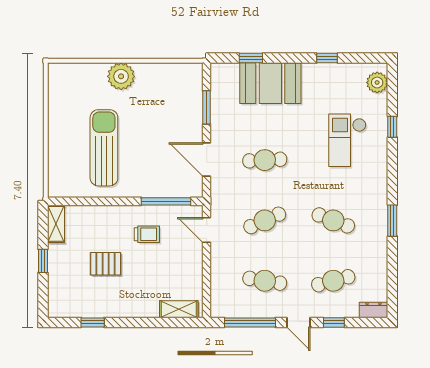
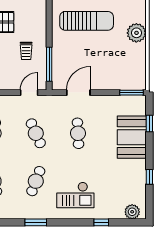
window: (207, 107) -> (131, 93), moved
checkout: (347, 140) -> (75, 195), moved, turned 180

